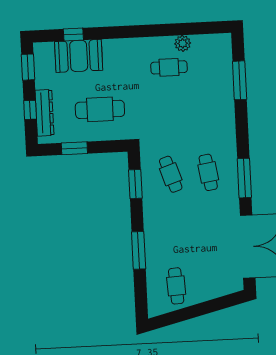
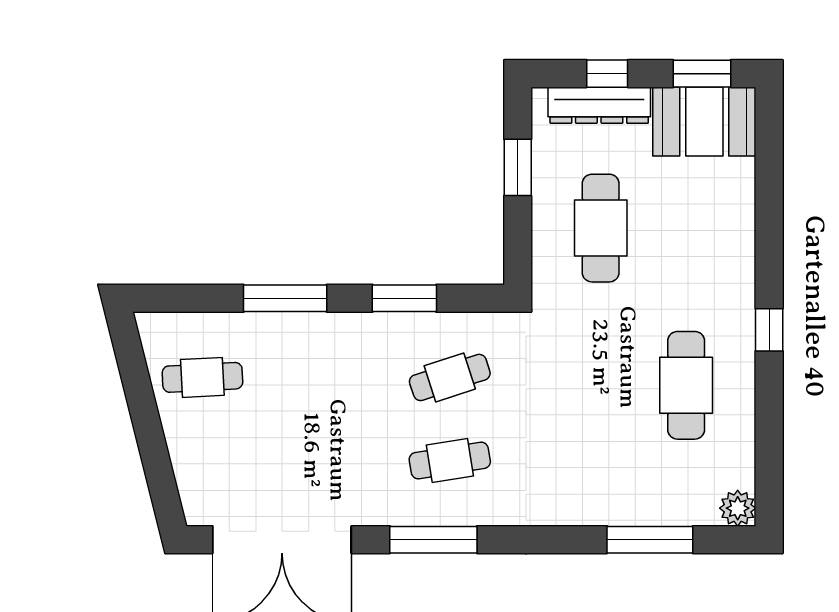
window: (73, 34) -> (769, 330), moved
plant: (183, 43) -> (738, 508), moved
booth: (79, 56) -> (704, 122), moved, turned 90
cafe table: (169, 67) -> (686, 385), width x1.37, depth x1.35
window: (135, 184) -> (404, 298), moved

